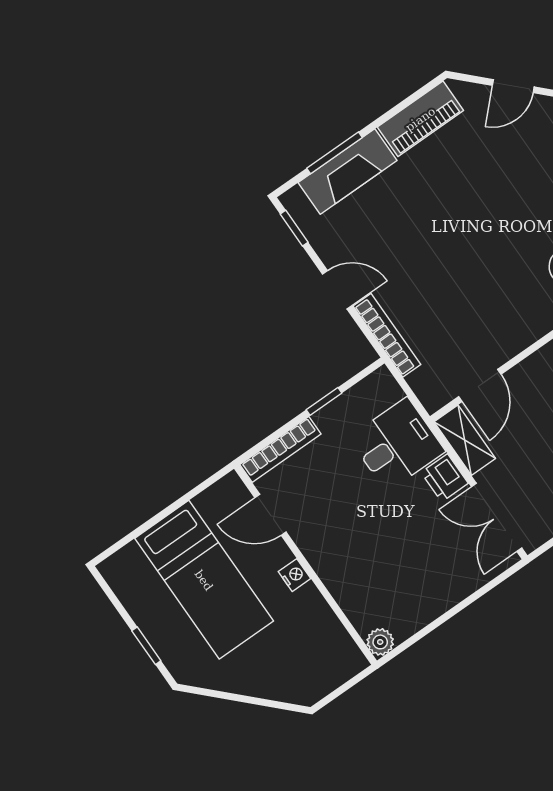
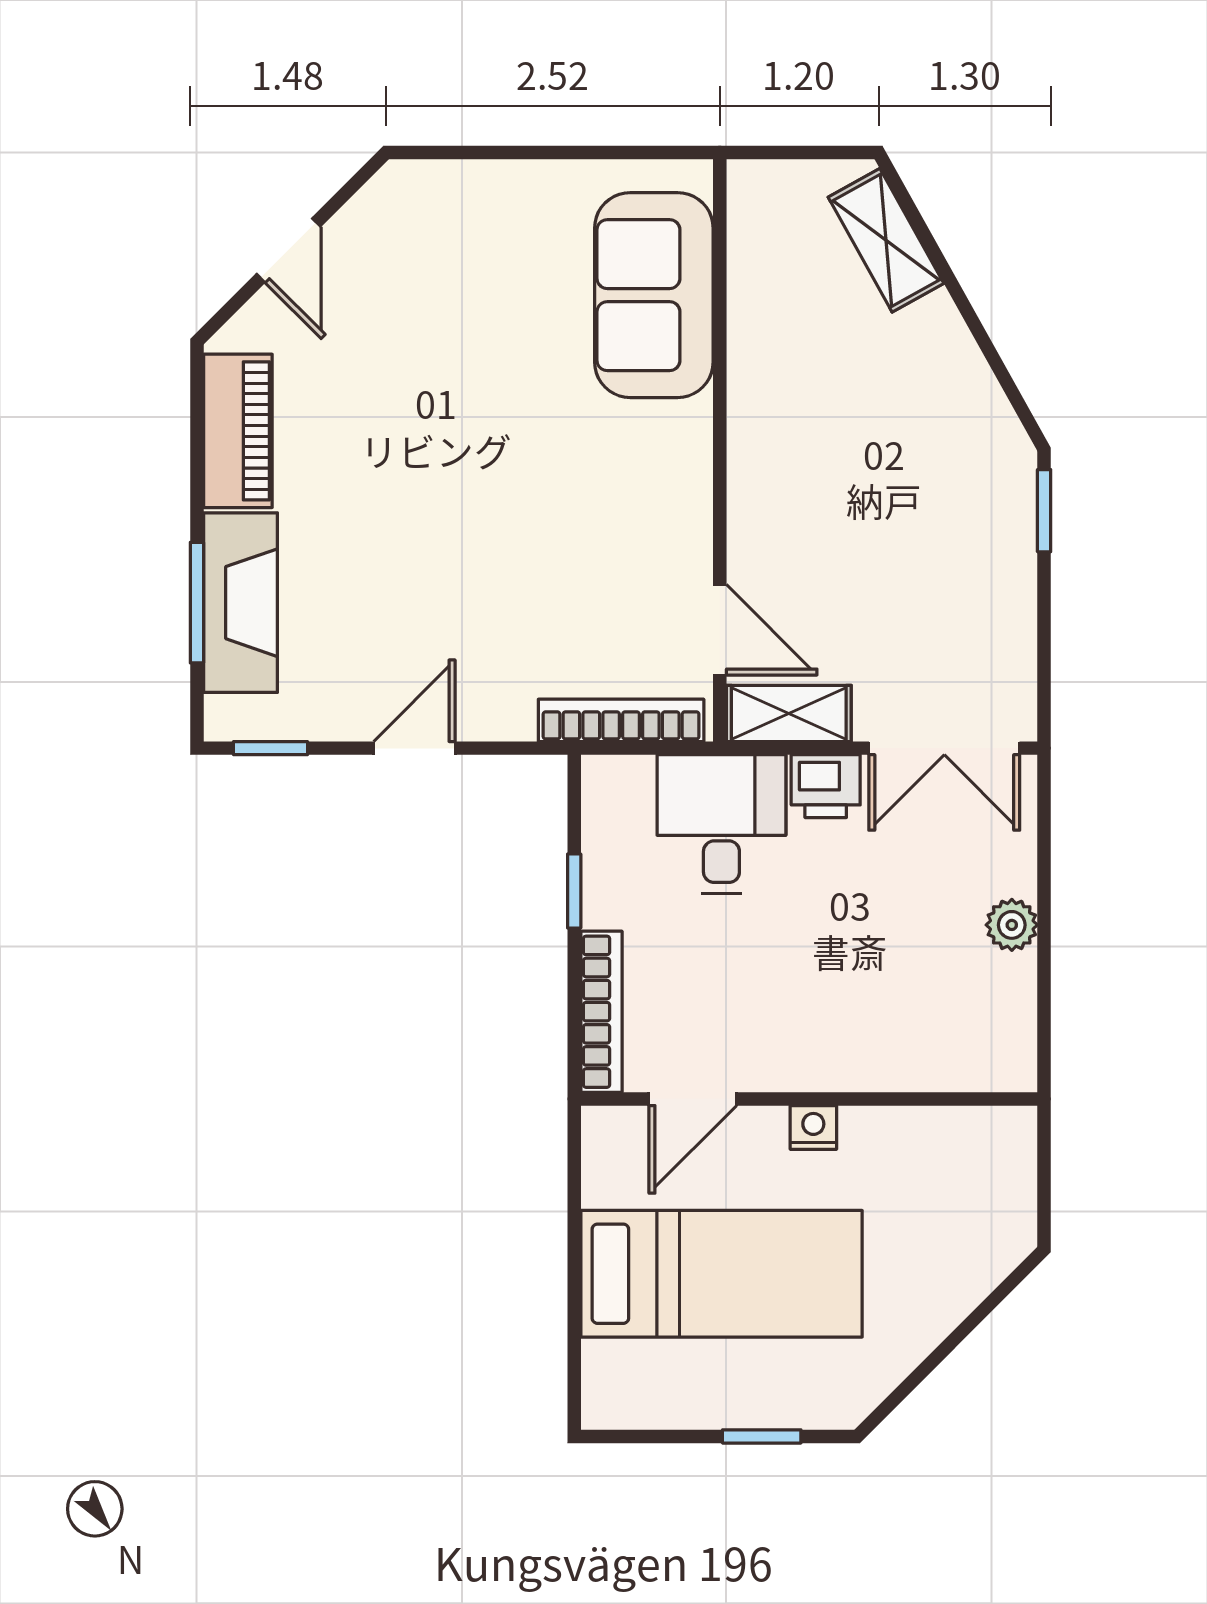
bookcase: (387, 335) -> (621, 720), moved
plant: (380, 642) -> (1012, 925), moved

